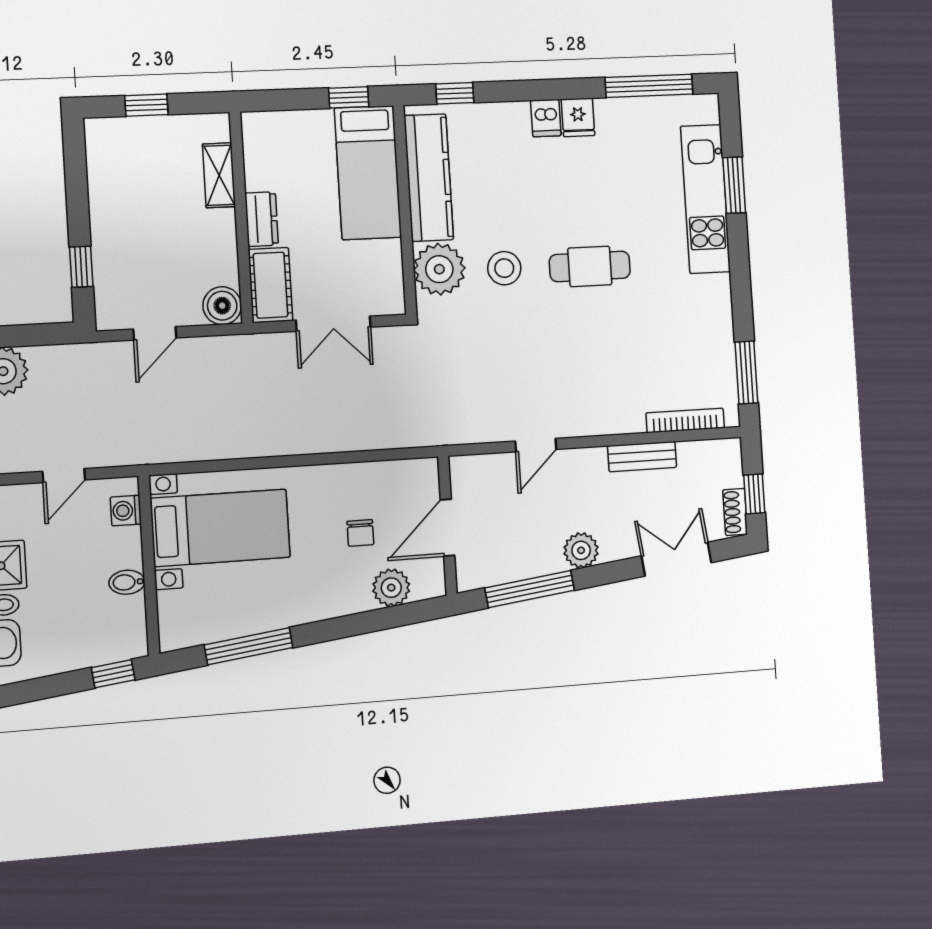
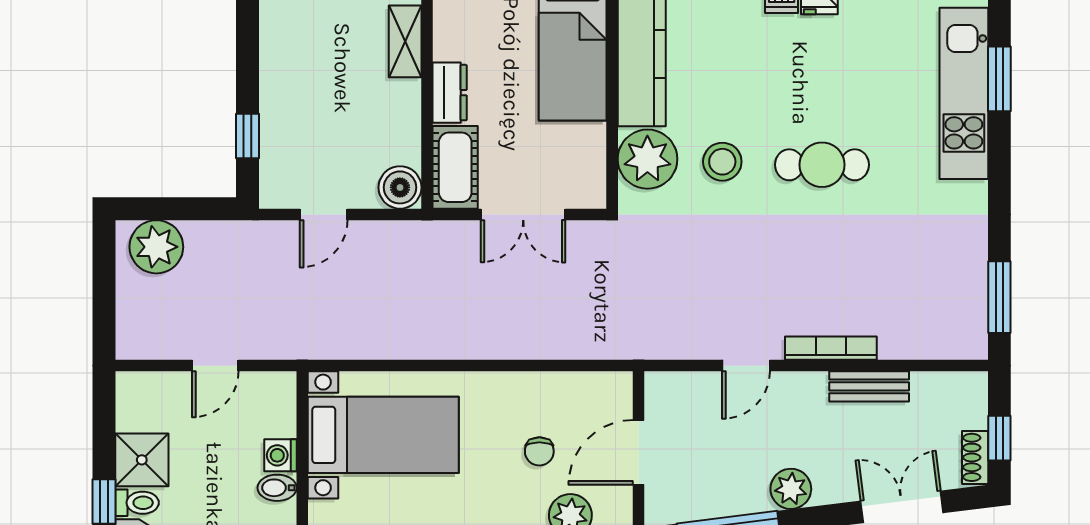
bookcase: (685, 420) -> (831, 348), moved
washing machine: (126, 511) -> (280, 455), moved

